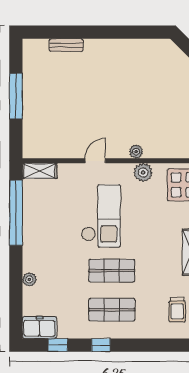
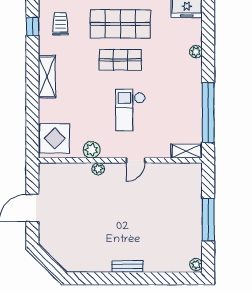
bench: (66, 45) -> (127, 266), moved
plant: (29, 47) -> (196, 265), added
checkout: (101, 216) -> (130, 110), width x0.73, depth x0.83
shop shelf: (112, 310) -> (120, 24), width x1.43, depth x1.36

